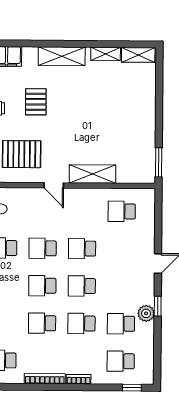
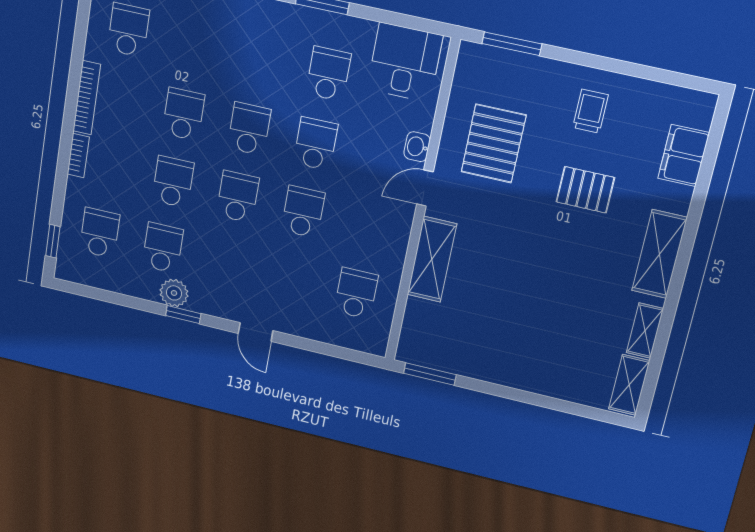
washbasin: (32, 194) -> (417, 147), added

